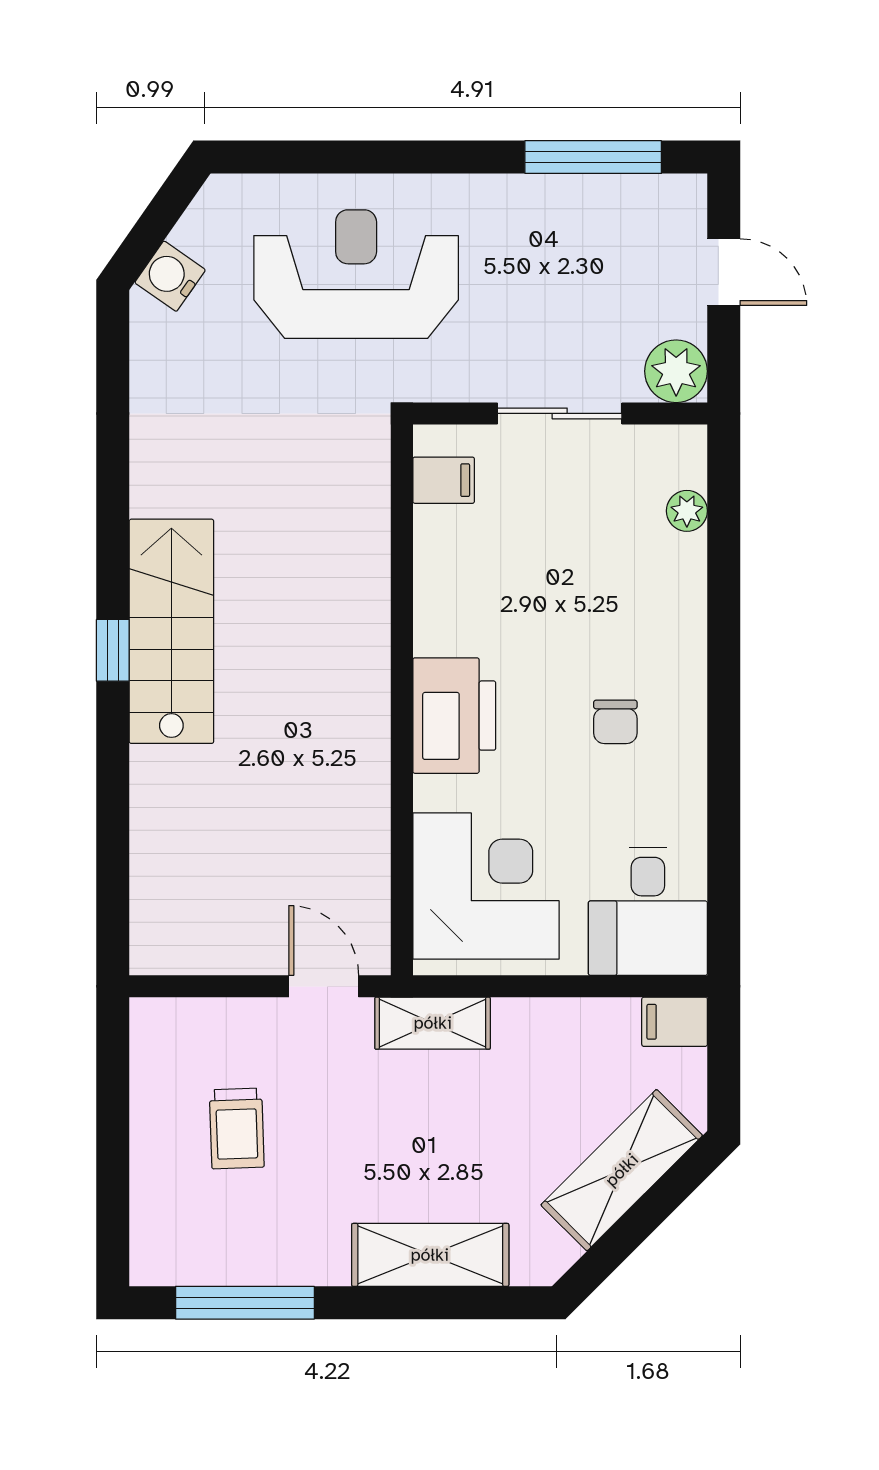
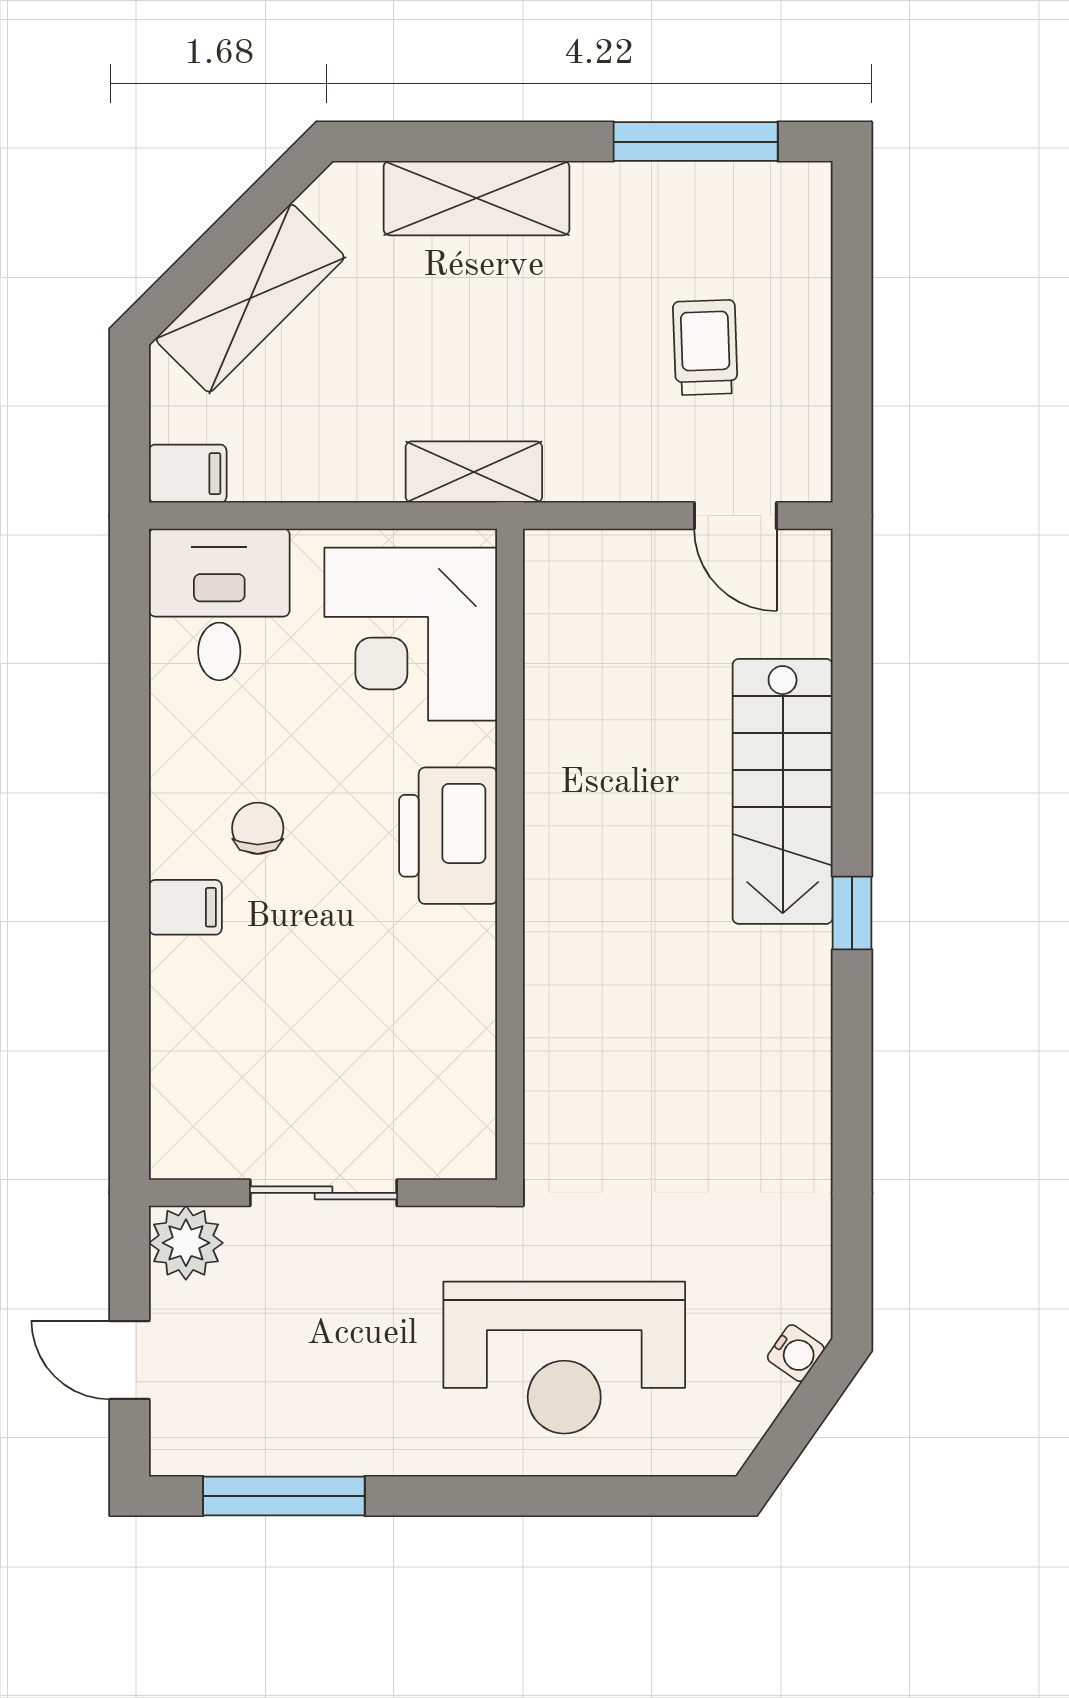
water cooler: (170, 276) -> (796, 1353), width x0.72, depth x0.72
filing cabinet: (444, 480) -> (185, 907), moved, turned 180
plant: (687, 511) -> (173, 1078), removed
stairs: (171, 631) -> (783, 791), moved
door: (324, 986) -> (735, 516), moved

